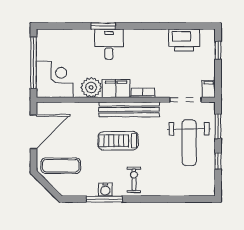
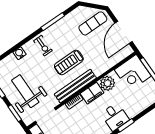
treadmill: (118, 141) -> (69, 62), turned 180
water cooler: (105, 190) -> (20, 53), moved

